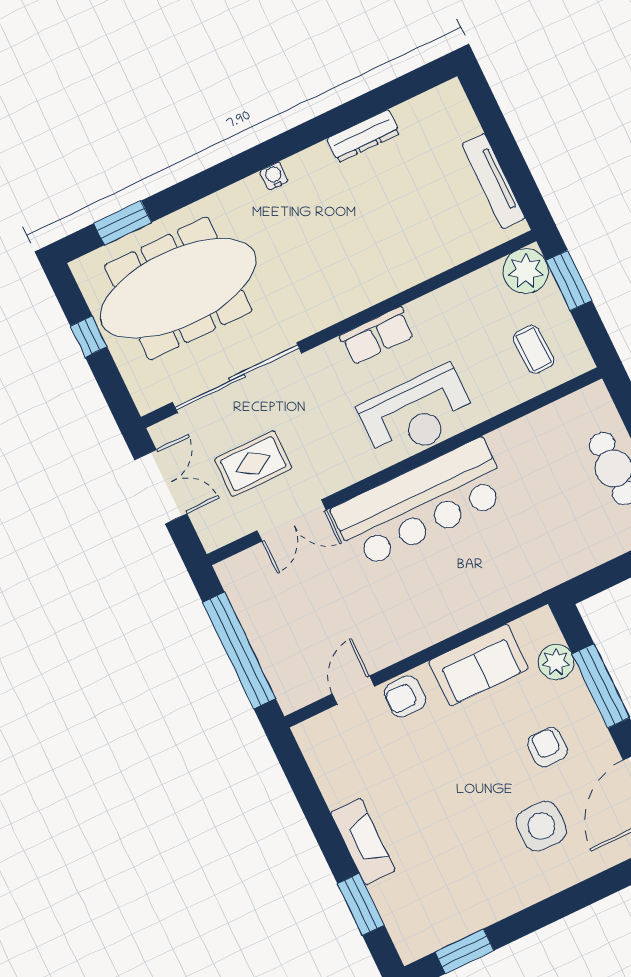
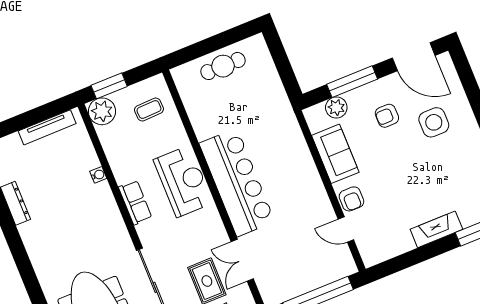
water cooler: (274, 176) -> (98, 175), moved, turned 180
double door: (292, 520) -> (242, 260), swing flipped

